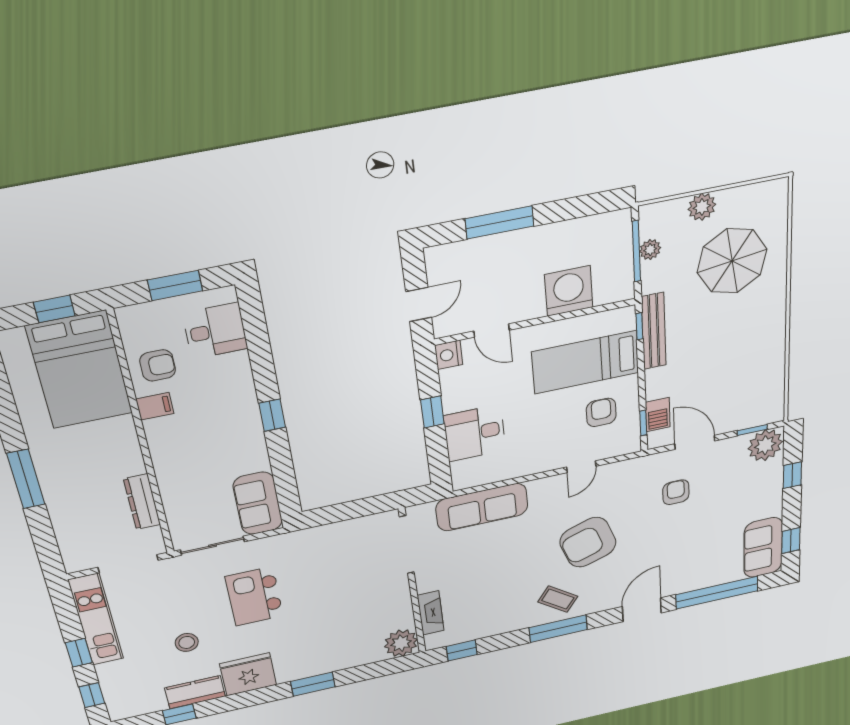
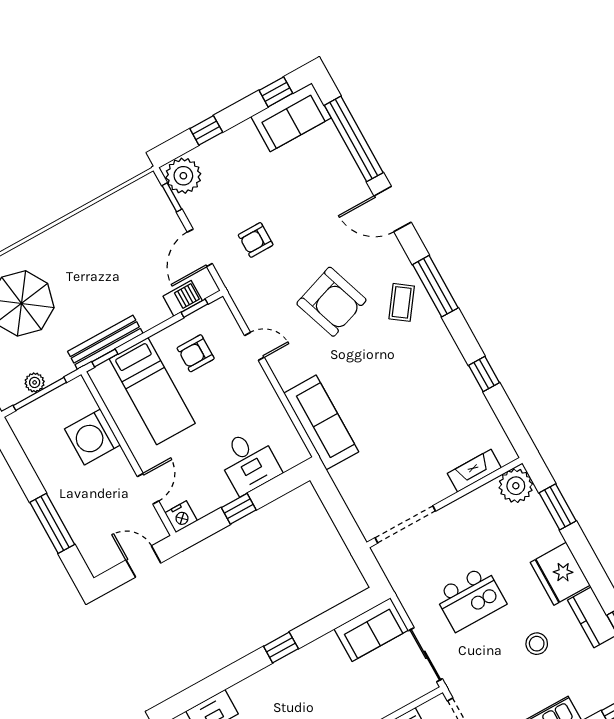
doorway: (407, 545) -> (405, 524), moved
wall: (412, 582) -> (444, 503), moved
fireplace: (431, 613) -> (474, 471), moved
plant: (401, 643) -> (516, 486), moved

